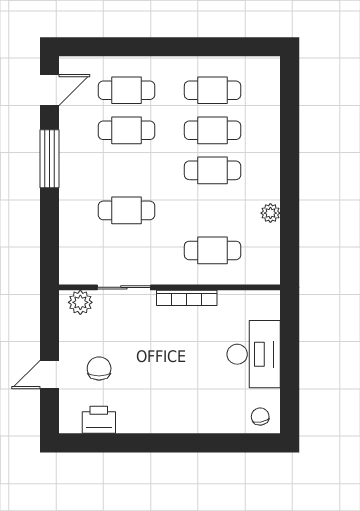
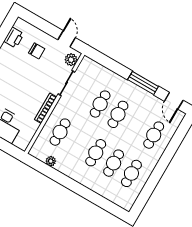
cafe table: (127, 130) -> (118, 114), moved
plant: (270, 213) -> (51, 161), moved
door: (49, 375) -> (67, 39), moved

